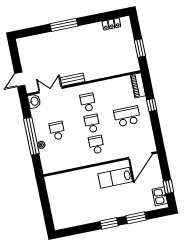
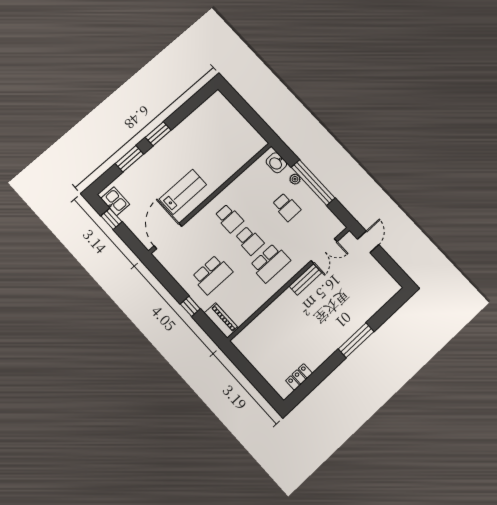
window: (140, 48) -> (246, 368), removed
washbasin: (34, 101) -> (276, 163), moved
school desk: (88, 102) -> (270, 263), width x1.85

